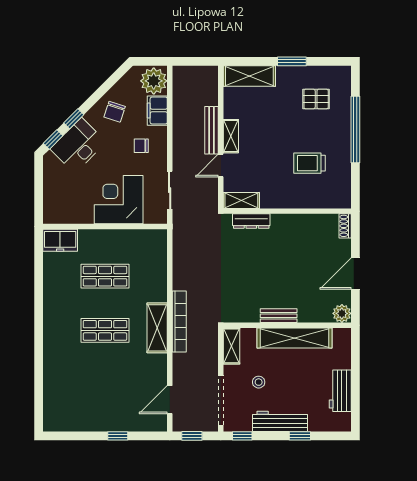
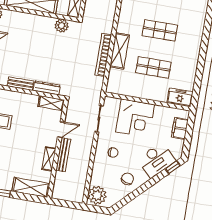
filing cabinet: (157, 111) -> (180, 128), moved, turned 180
window: (74, 119) -> (156, 179), removed
shelving: (231, 136) -> (49, 159), moved
plant: (246, 313) -> (62, 26), added
bench: (279, 316) -> (20, 84), moved
bookcase: (179, 322) -> (103, 55), moved
shelving: (157, 328) -> (120, 51), moved

